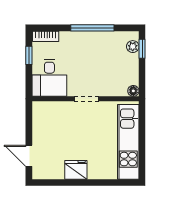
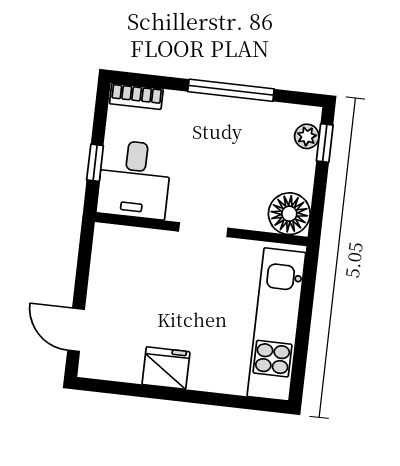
window: (29, 55) -> (95, 163), moved
floor lamp: (133, 91) -> (289, 214), width x1.89, depth x1.89

